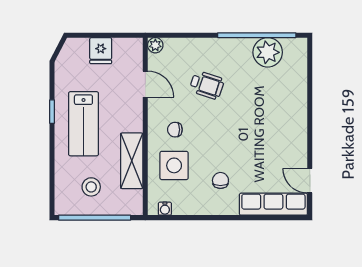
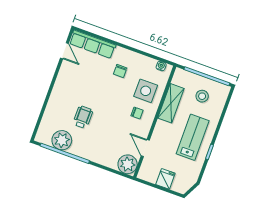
plant: (155, 45) -> (128, 164), width x1.88, depth x1.88
wheelchair: (207, 85) -> (83, 117), moved, turned 72

